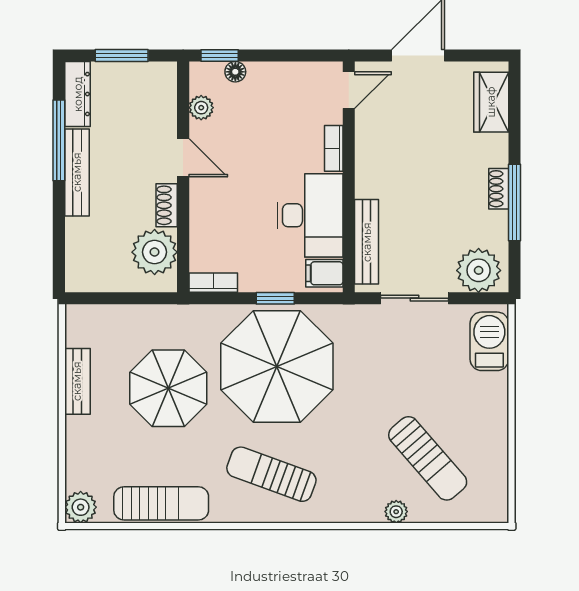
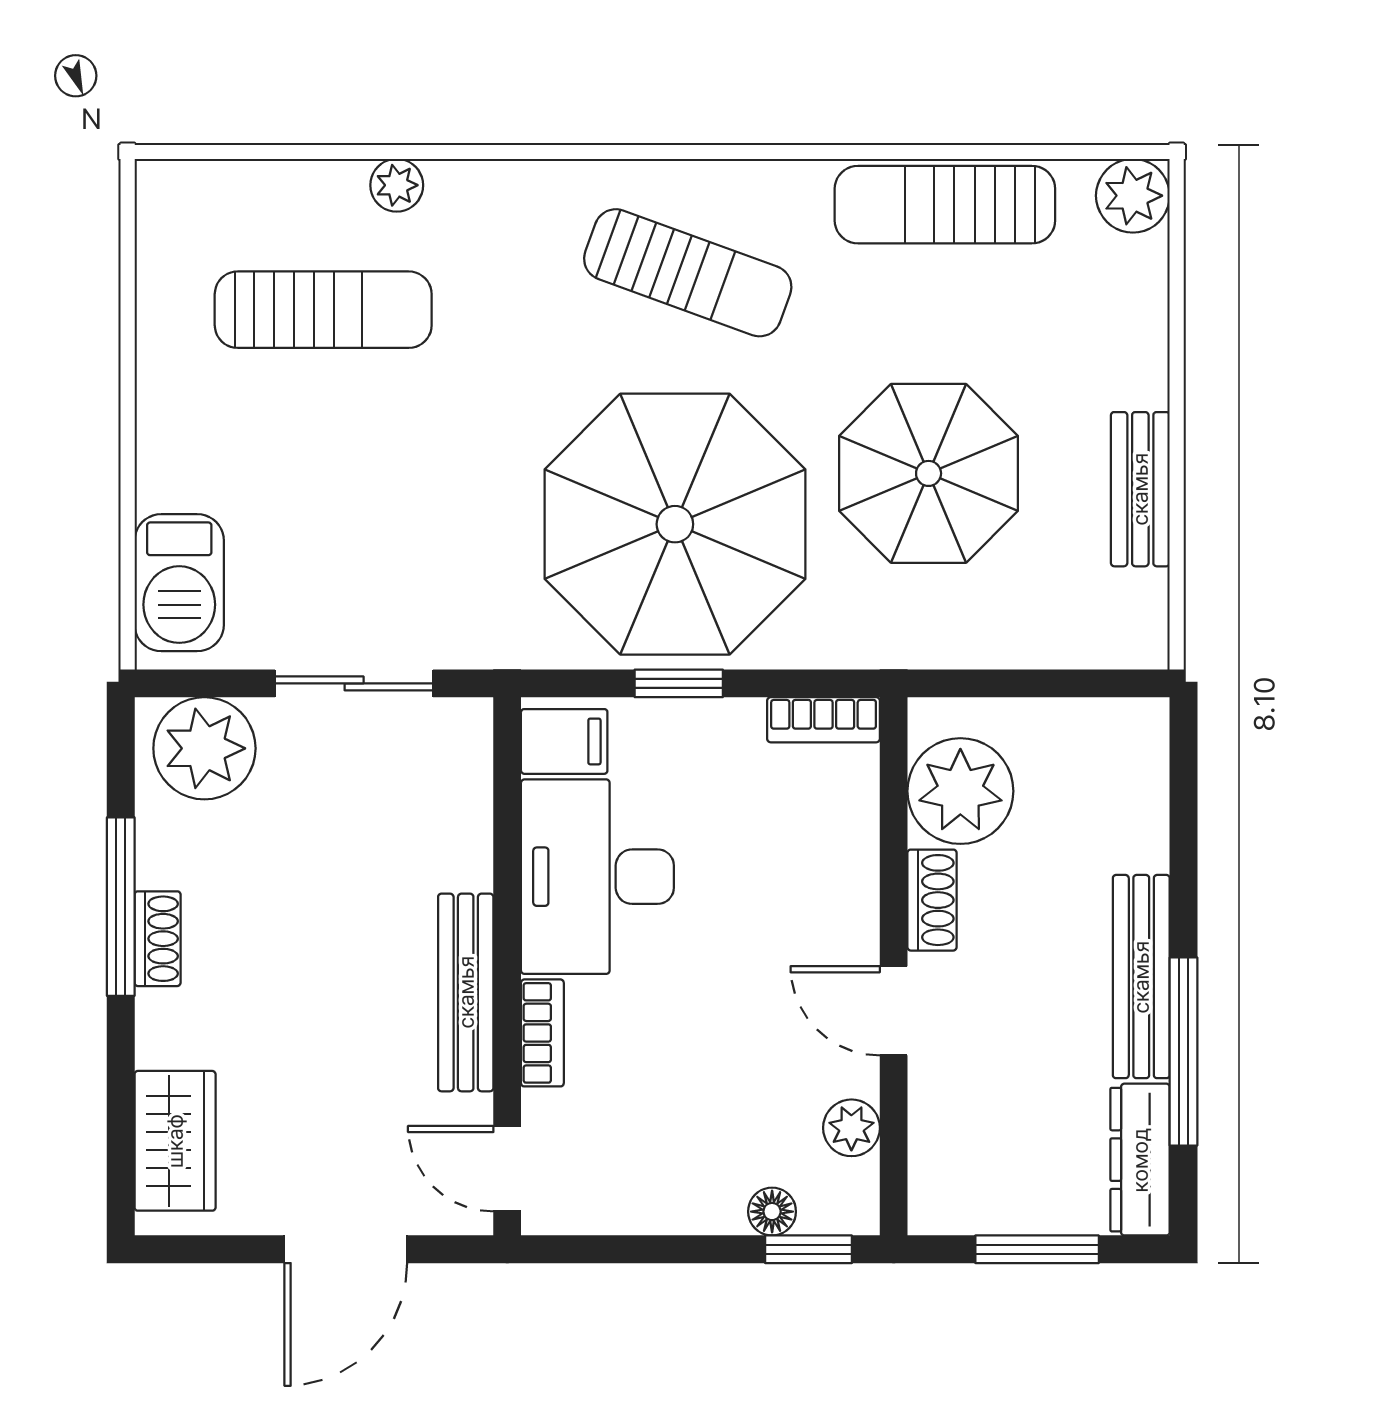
door: (349, 90) -> (507, 1169), hinge flipped
bench: (367, 242) -> (466, 992), moved
sun lounger: (428, 458) -> (323, 310), turned 131

